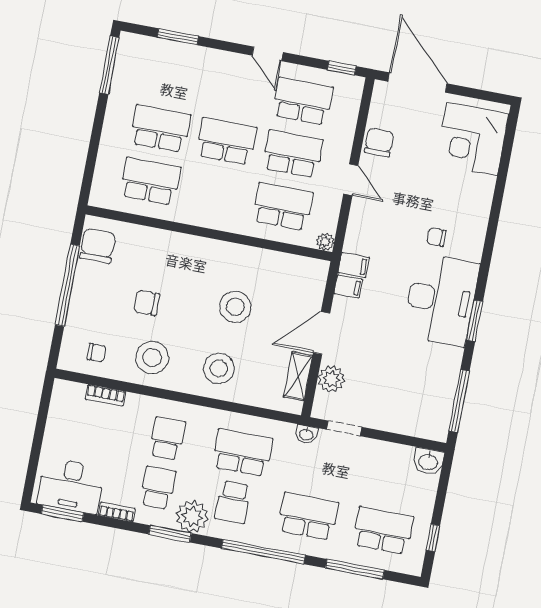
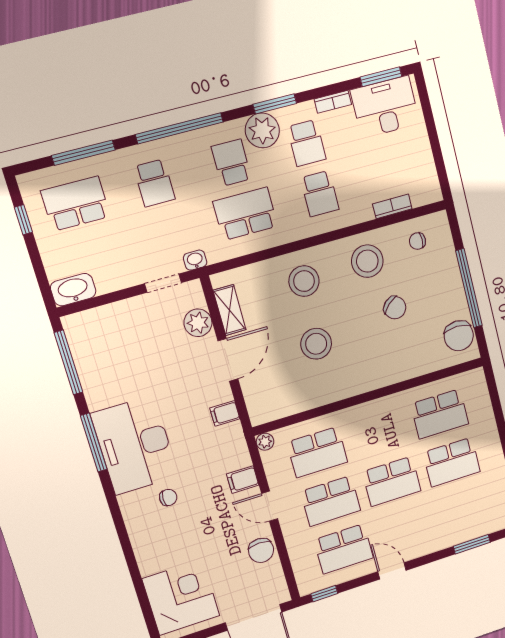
filing cabinet: (354, 265) -> (243, 480), moved
chair: (146, 303) -> (395, 308), turned 48
window: (474, 321) -> (94, 442), width x1.44
school desk: (242, 453) -> (245, 214), turned 180
washbasin: (428, 461) -> (73, 290), width x1.38
school desk: (308, 516) -> (154, 183), width x0.54
school desk: (383, 531) -> (76, 204), turned 180

